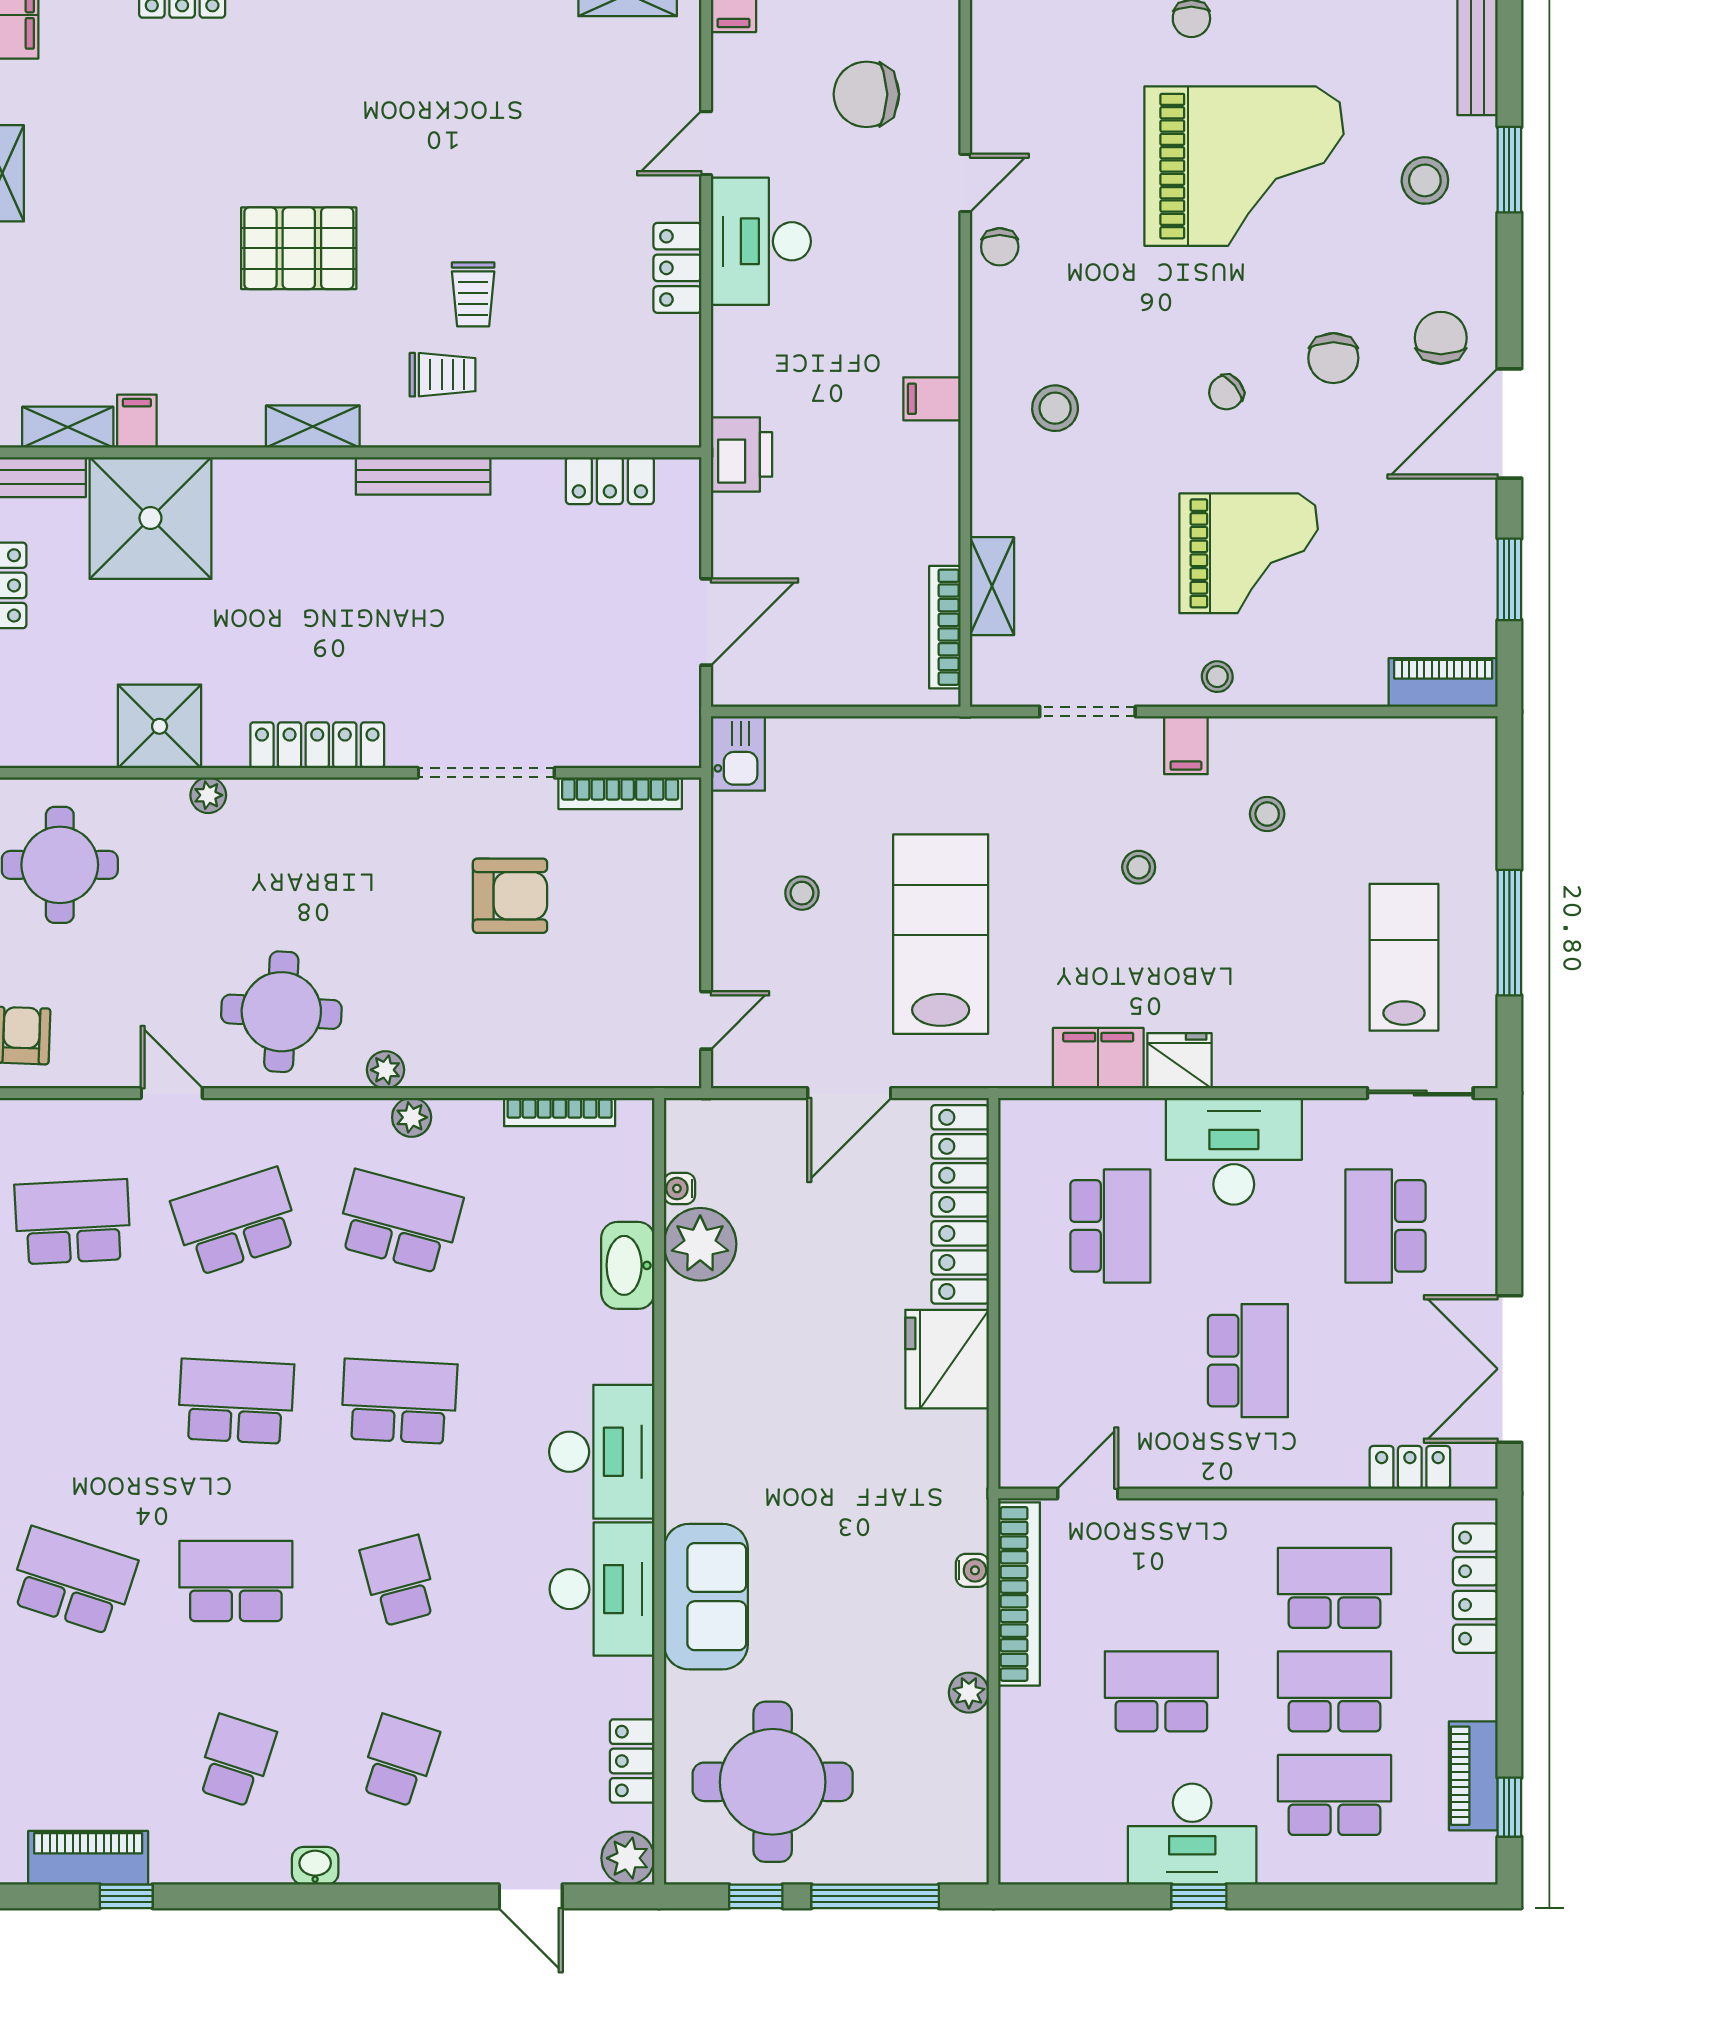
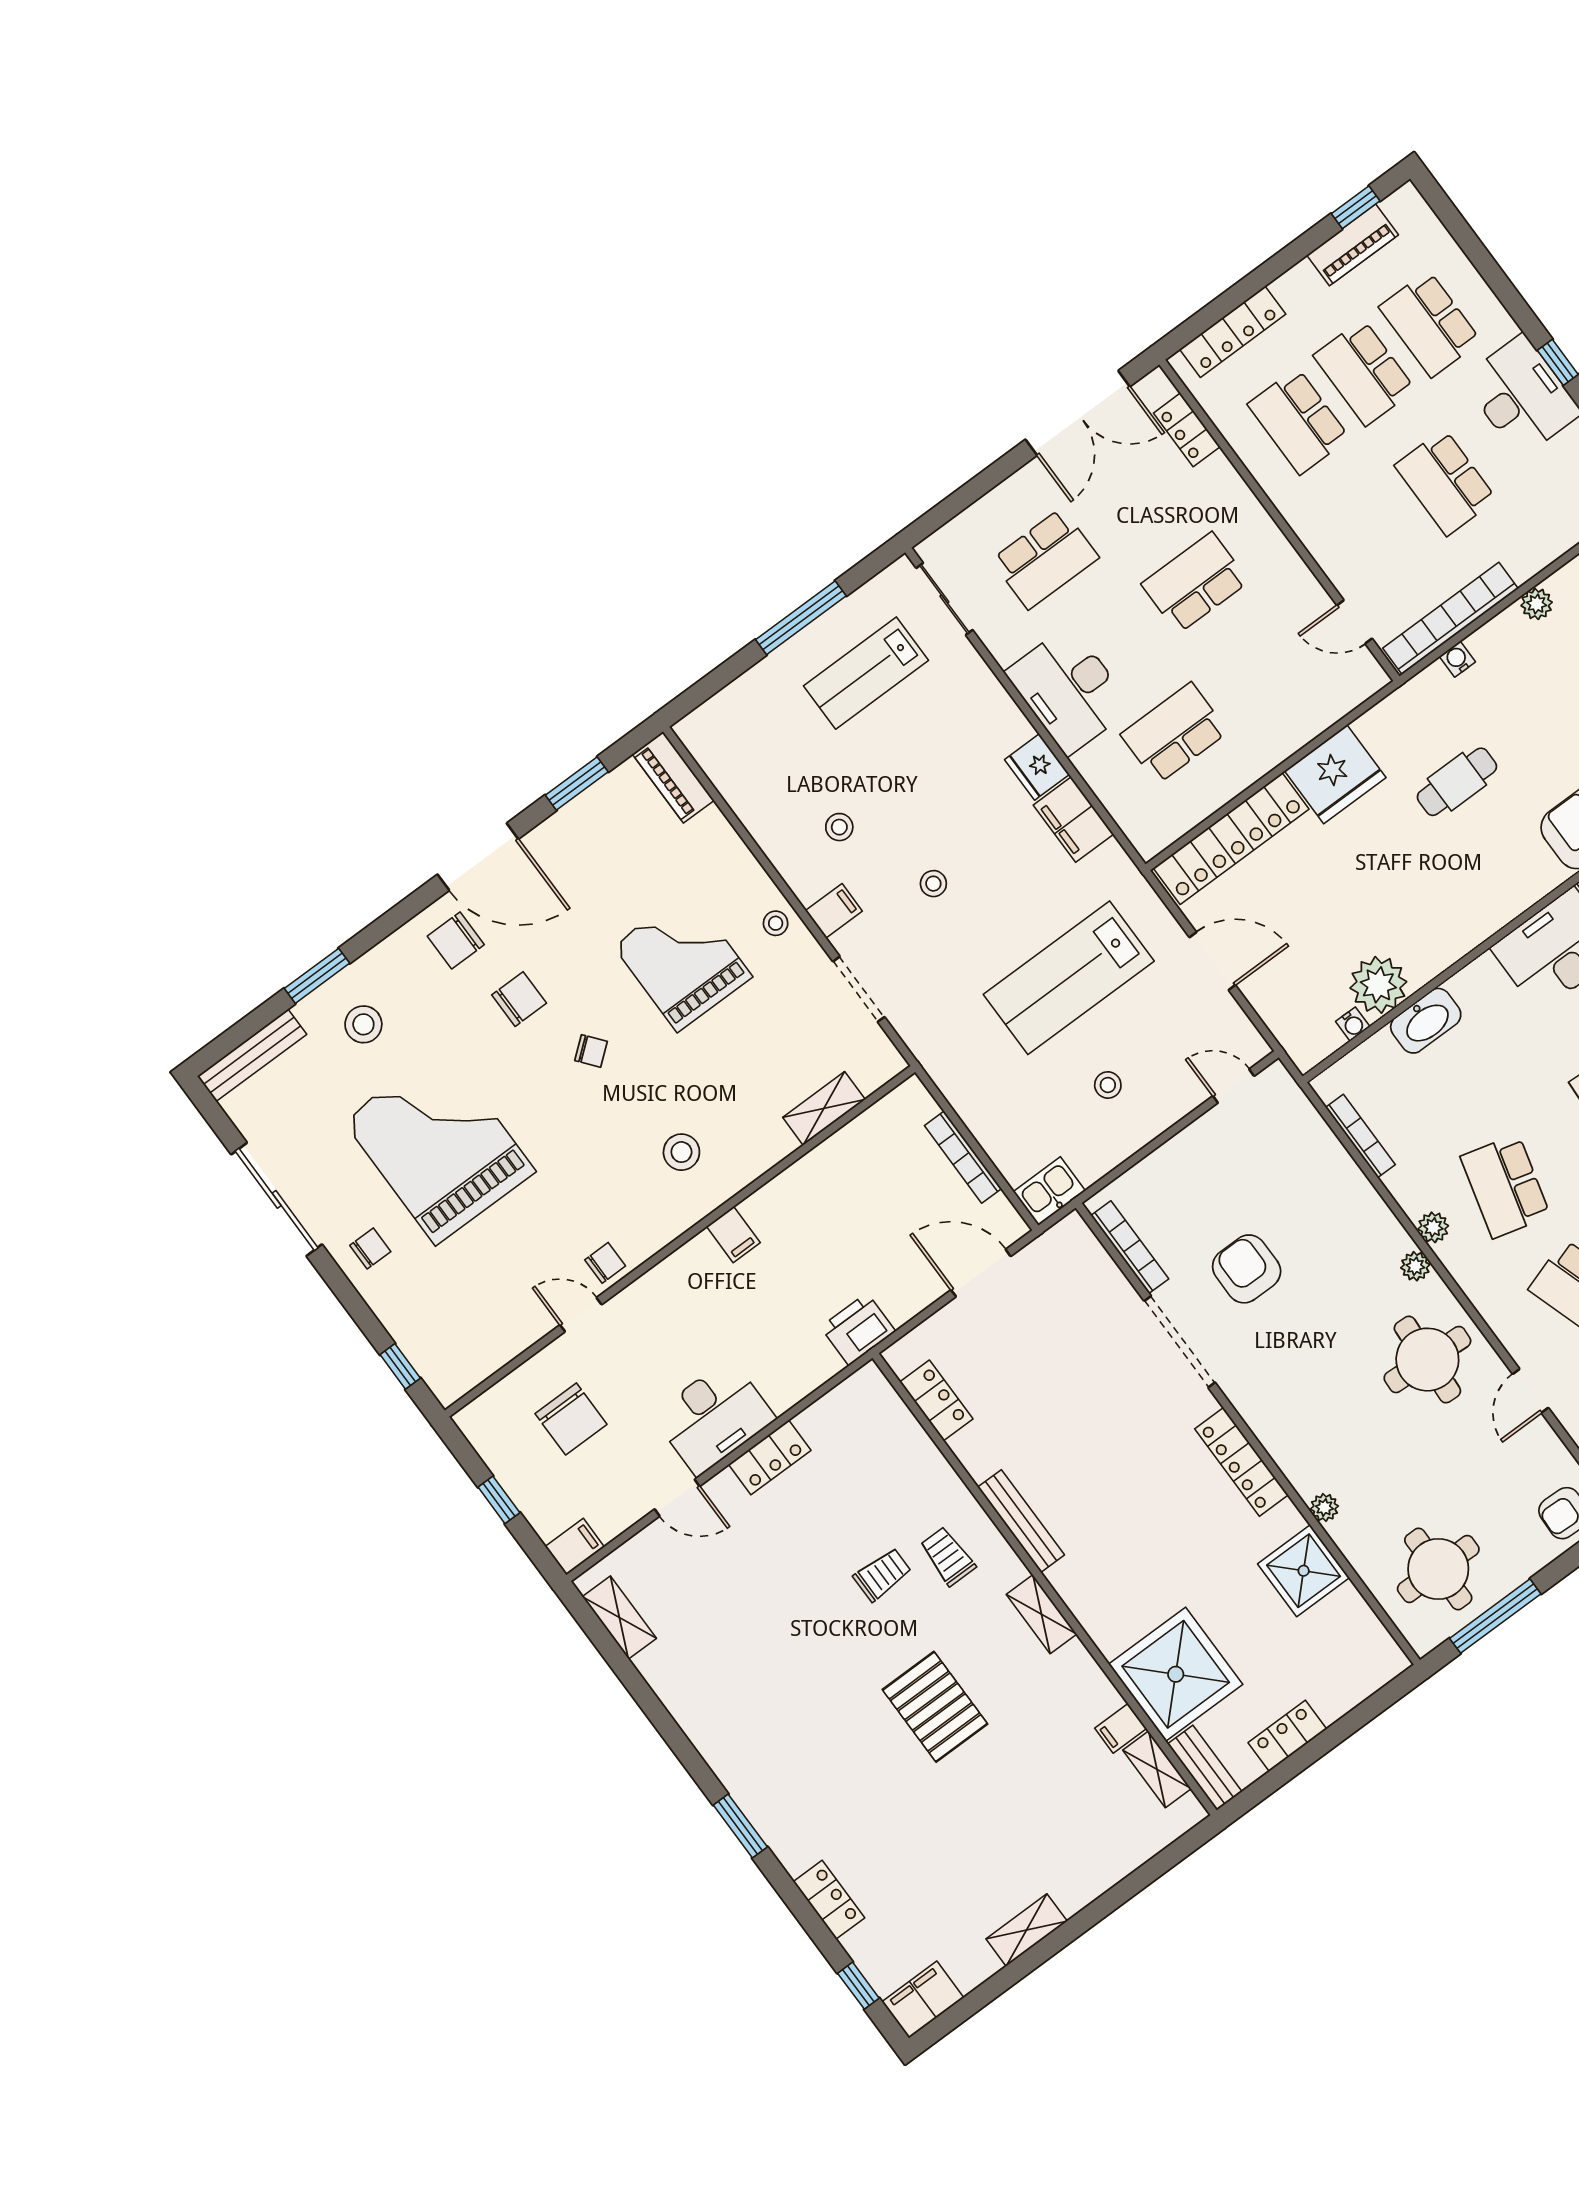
bookcase: (945, 627) -> (963, 1157), moved, turned 90
cafe table: (848, 1477) -> (1457, 782), added

